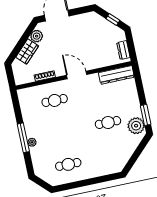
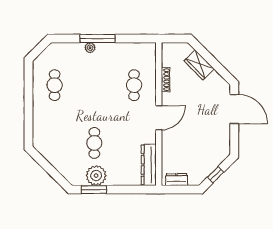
plant: (37, 36) -> (215, 80), removed
plant: (136, 126) -> (96, 176), moved

